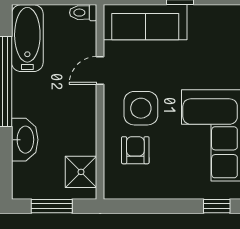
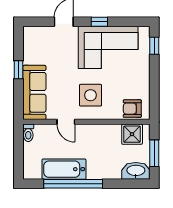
bathtub: (27, 38) -> (64, 169), moved
washbasin: (25, 140) -> (136, 171), moved
armchair: (135, 150) -> (132, 109), moved

